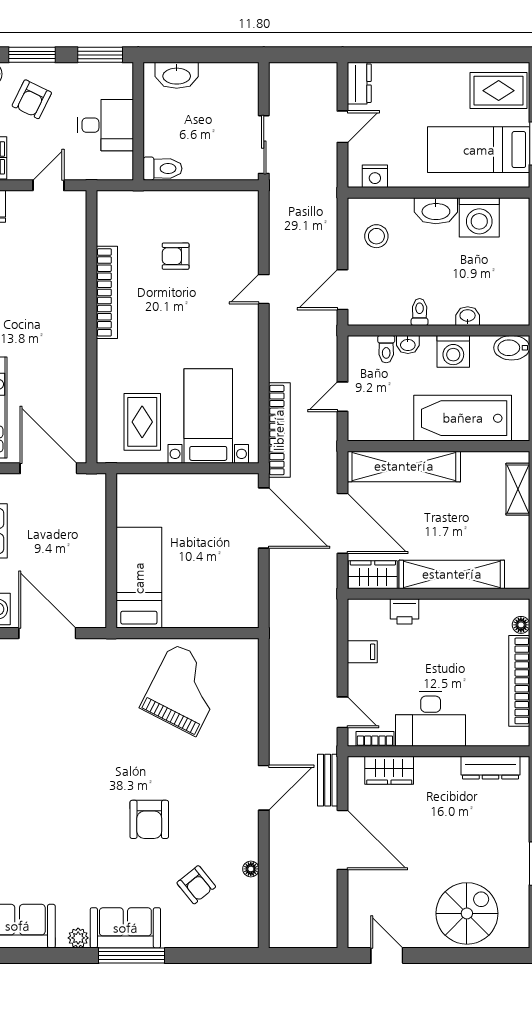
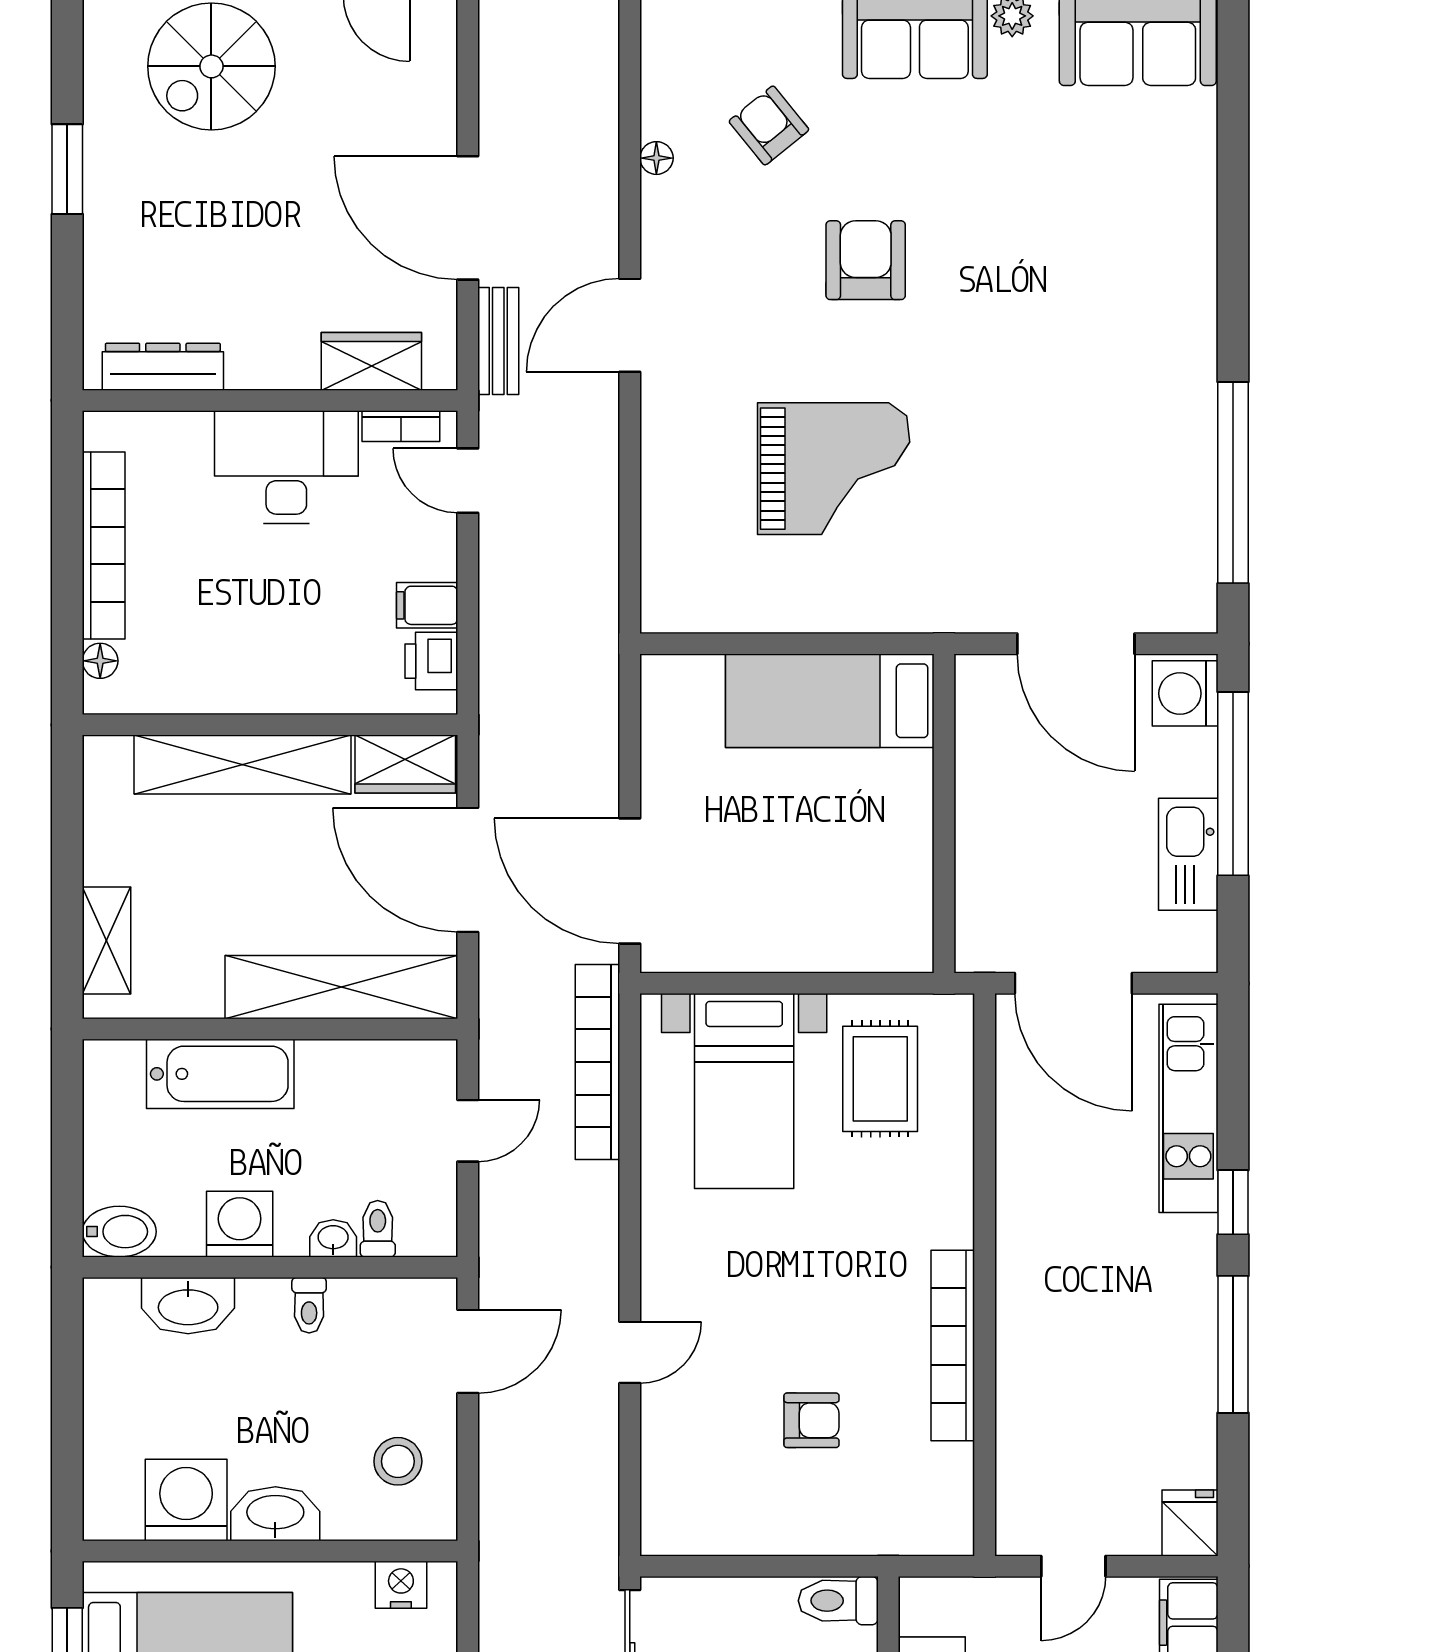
washbasin: (468, 316) -> (188, 1306), width x1.91, depth x1.45
bathtub: (463, 418) -> (220, 1074), width x0.73, depth x0.73
bed: (139, 578) -> (830, 701), moved, turned 90
printer: (405, 611) -> (431, 661), moved, turned -90
grand piano: (184, 690) -> (834, 469), moved, turned -117

